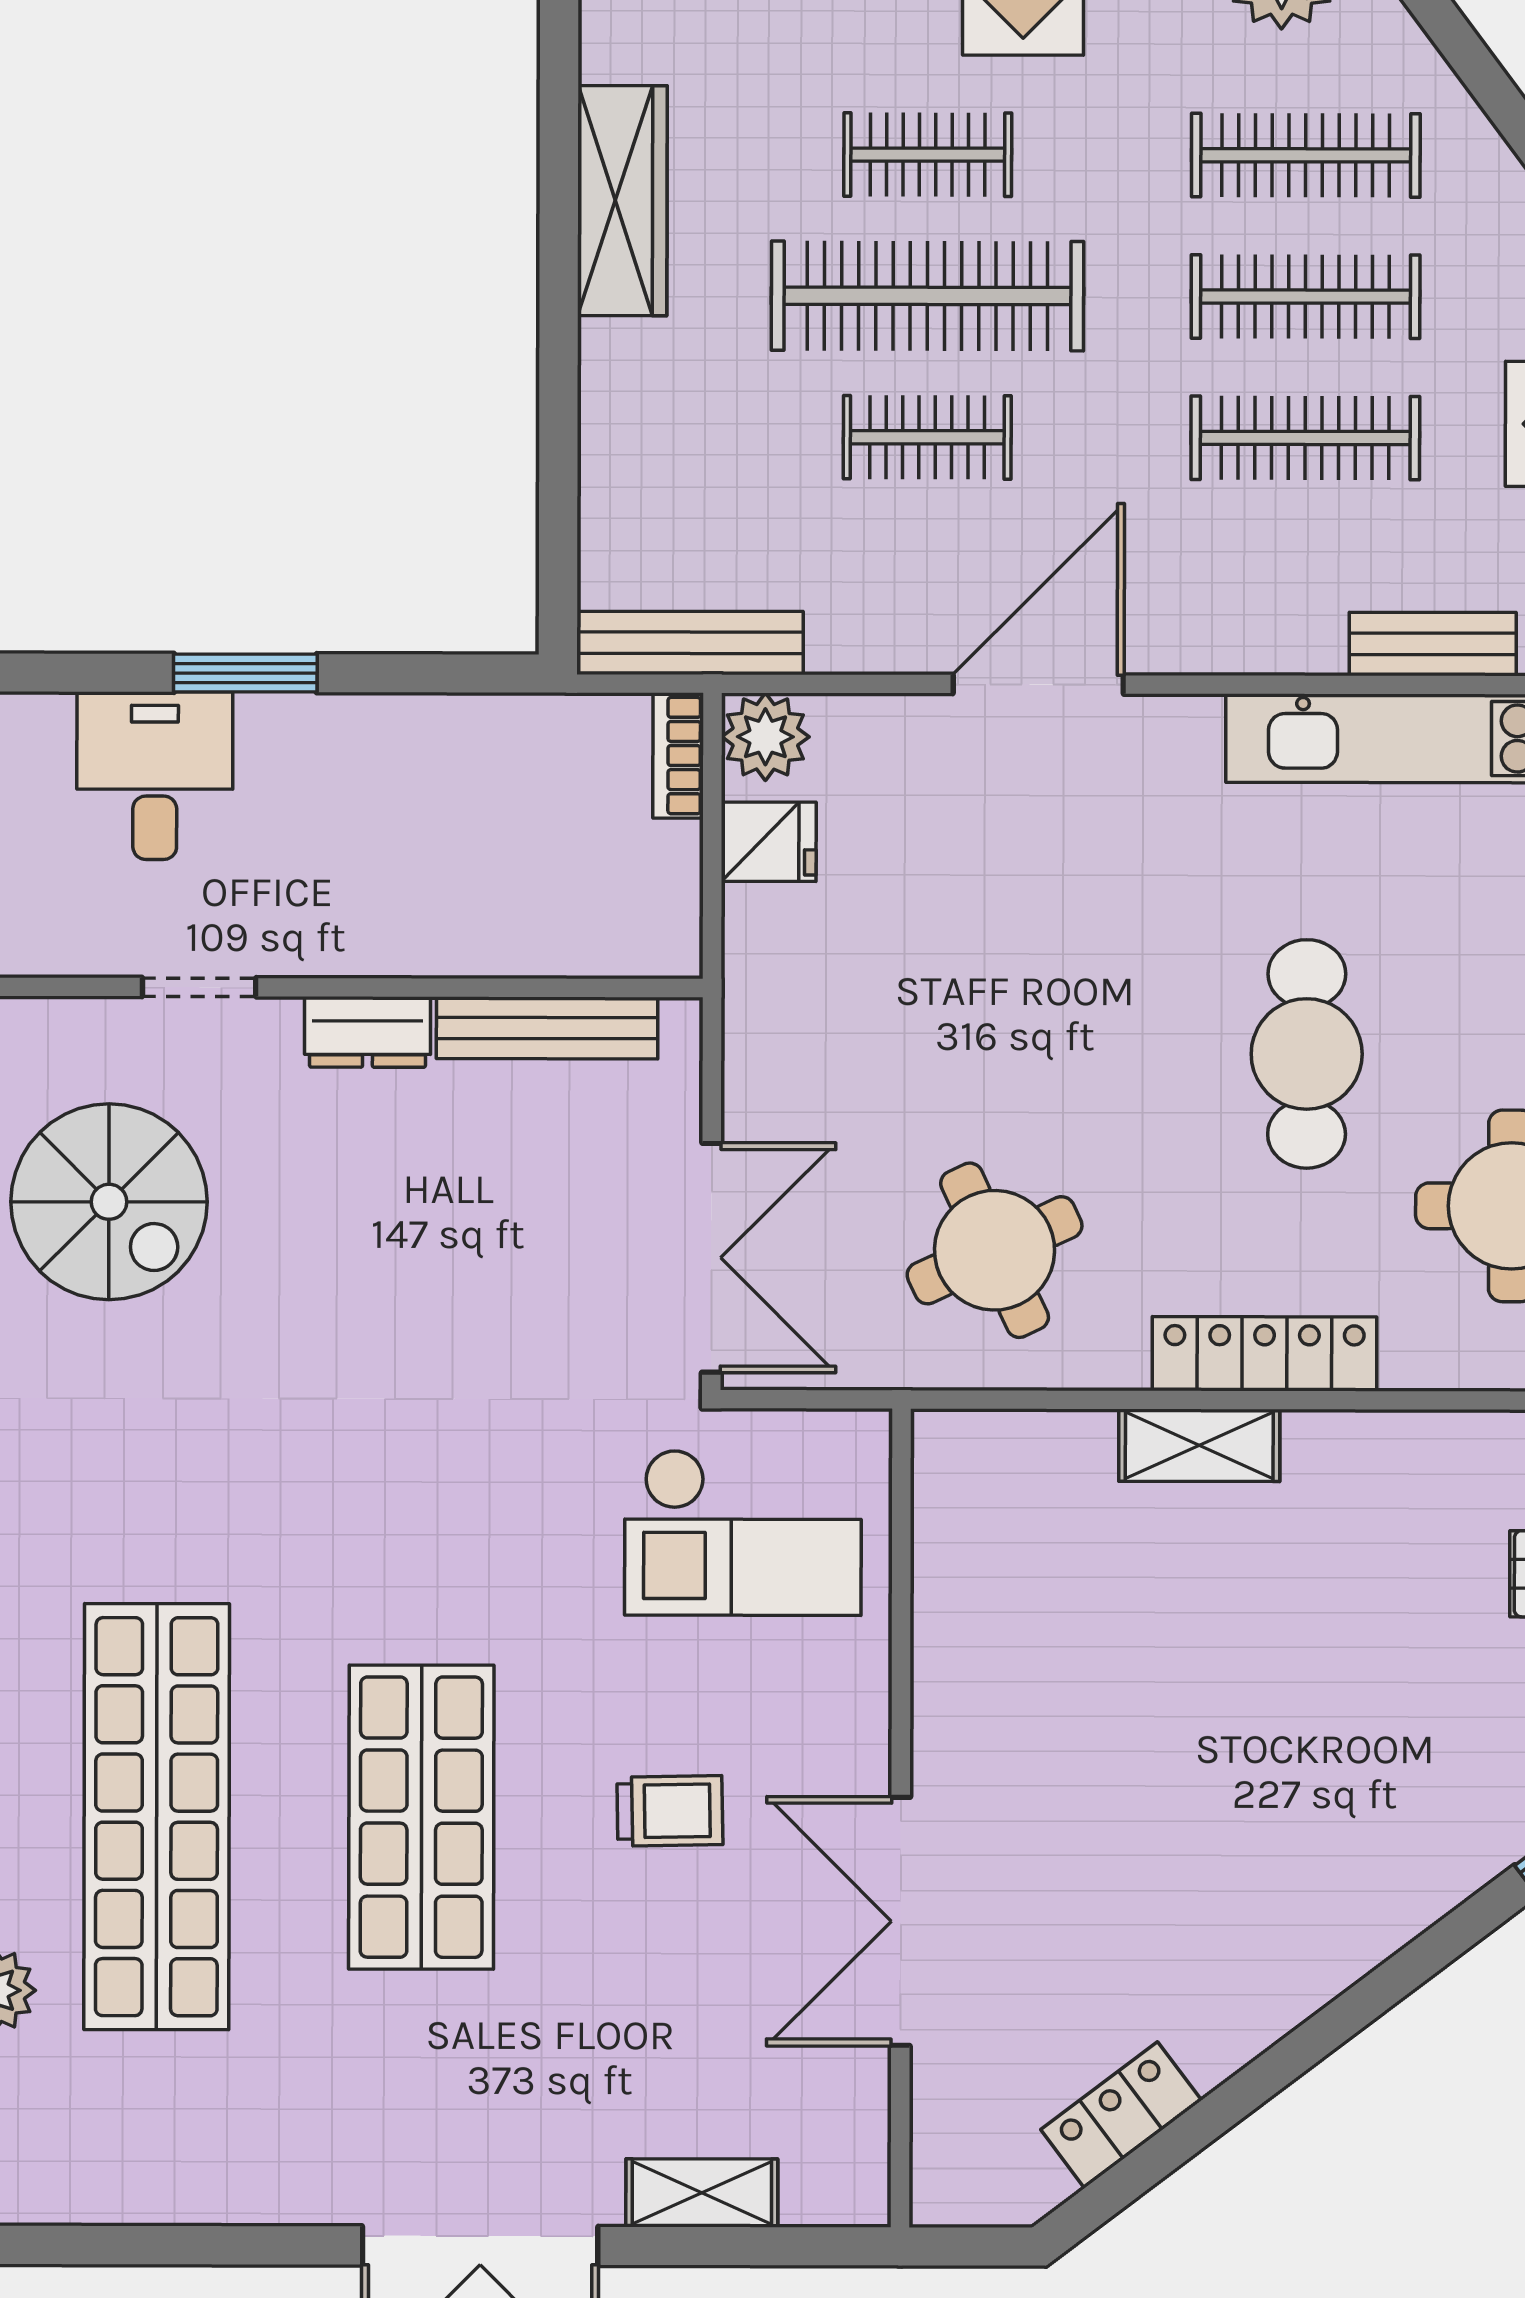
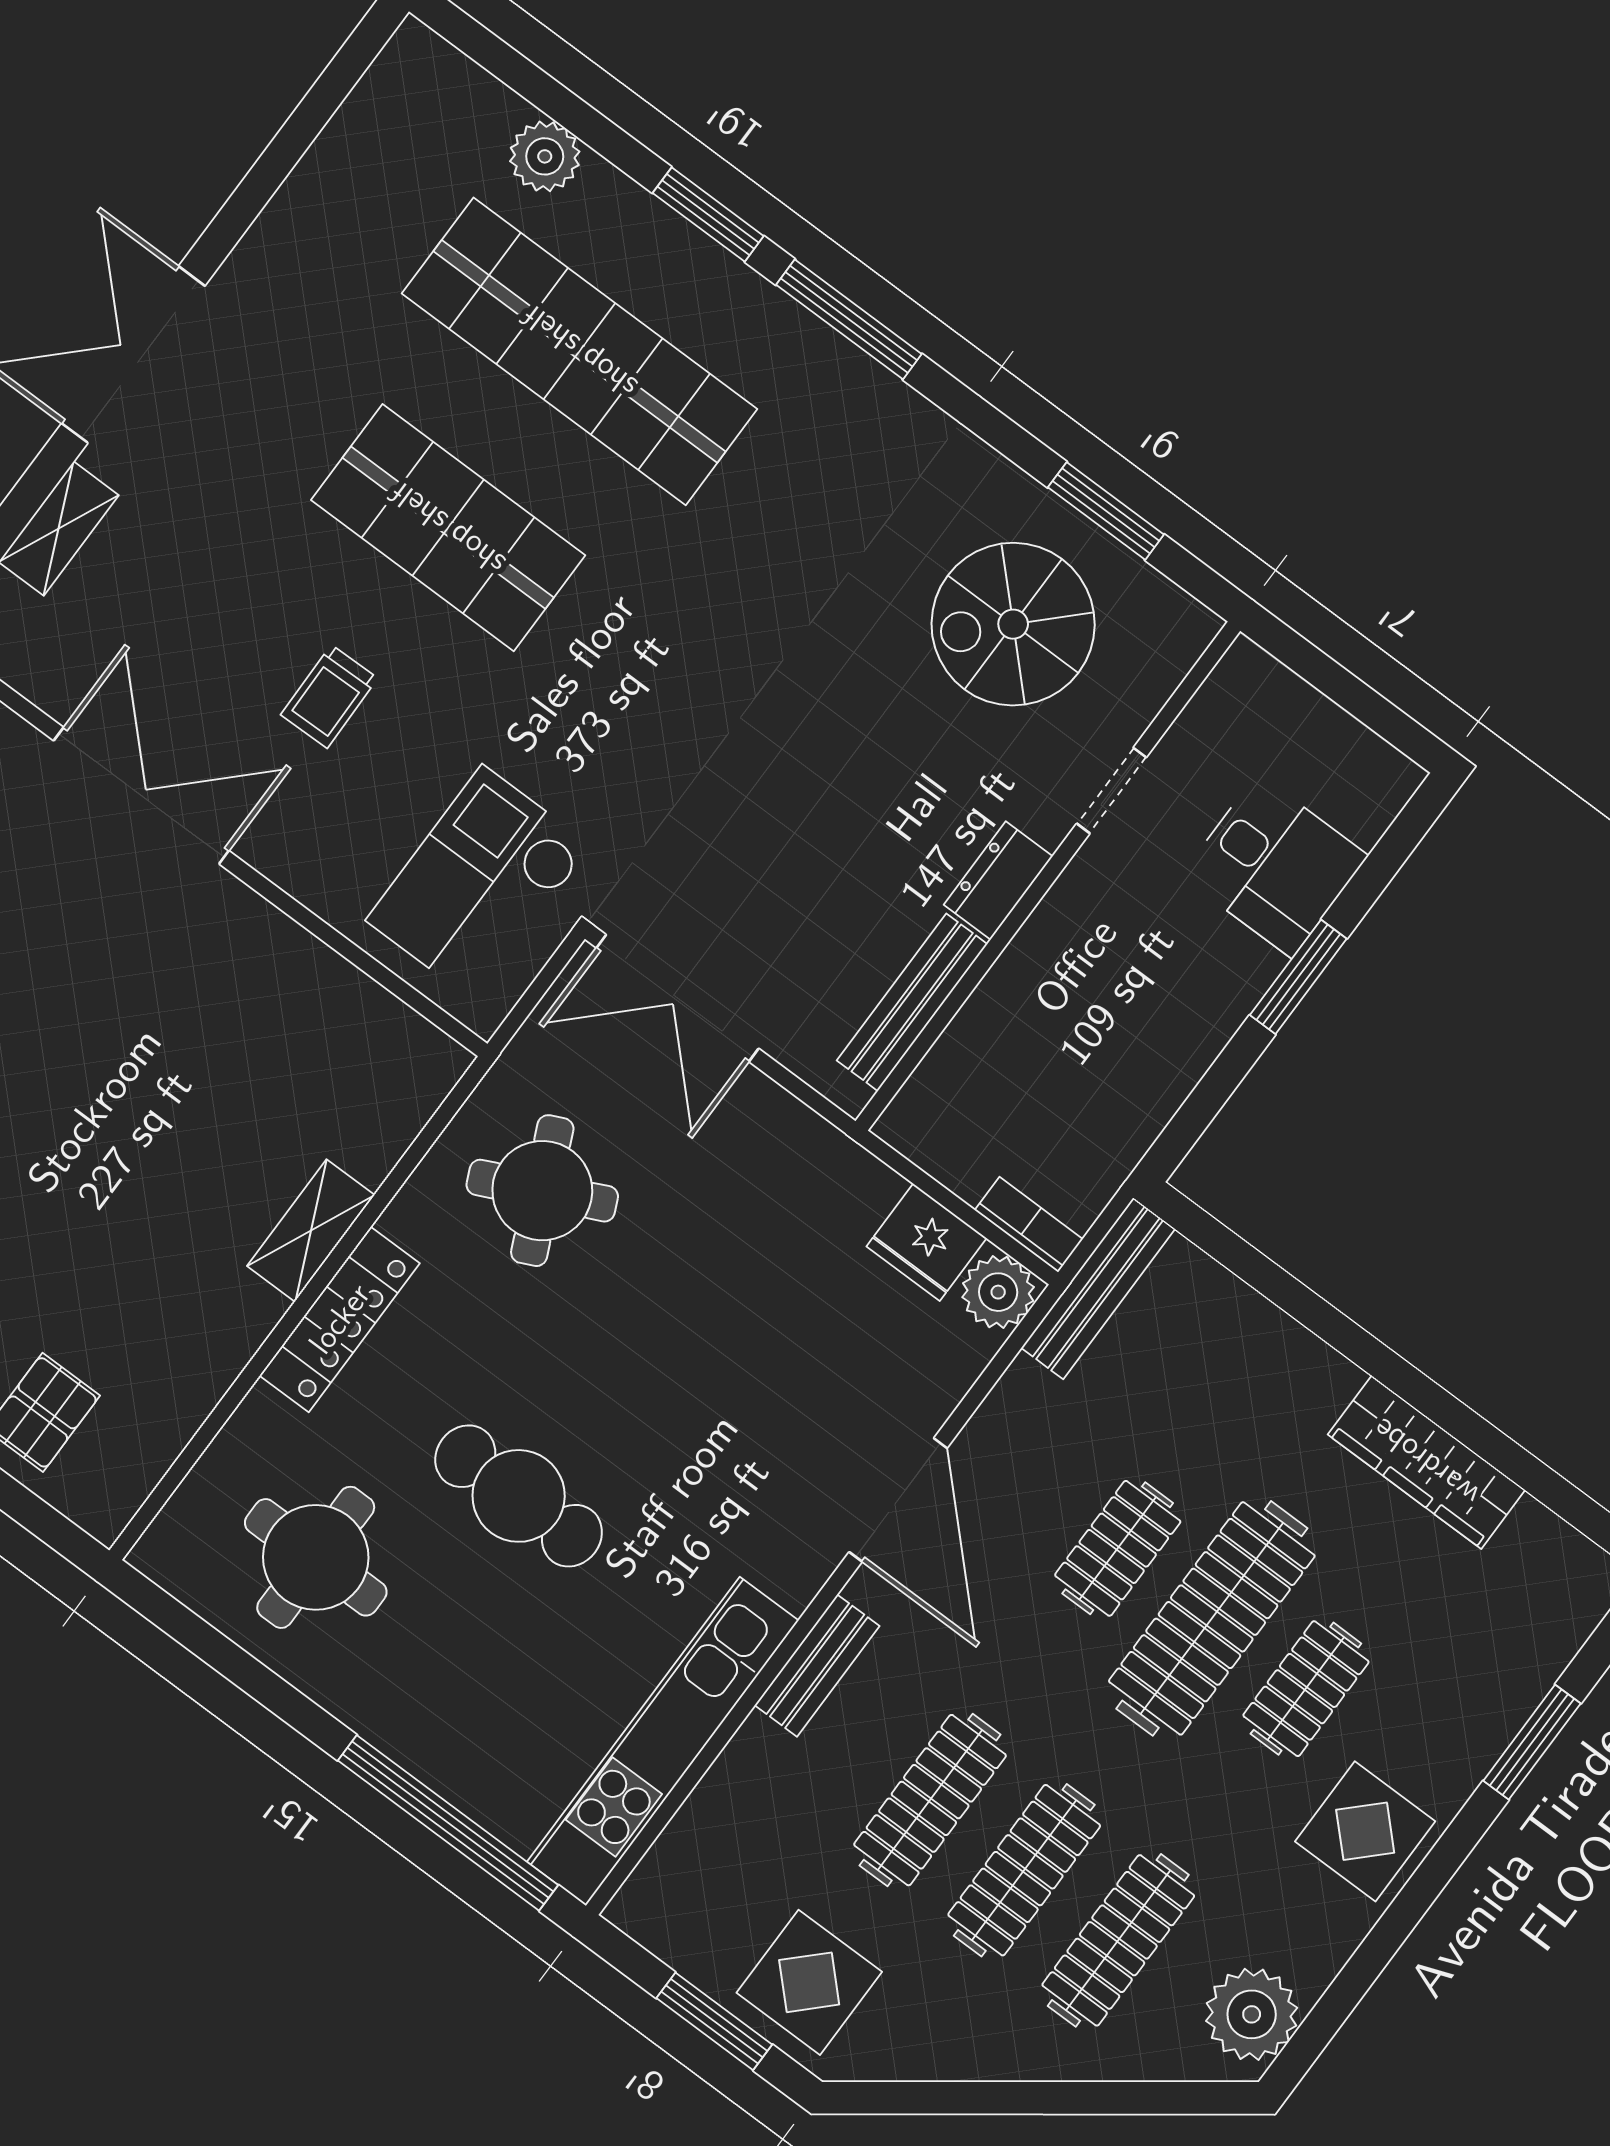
bench: (1433, 644) -> (817, 1666), moved
fridge: (769, 842) -> (927, 1242), width x1.38

